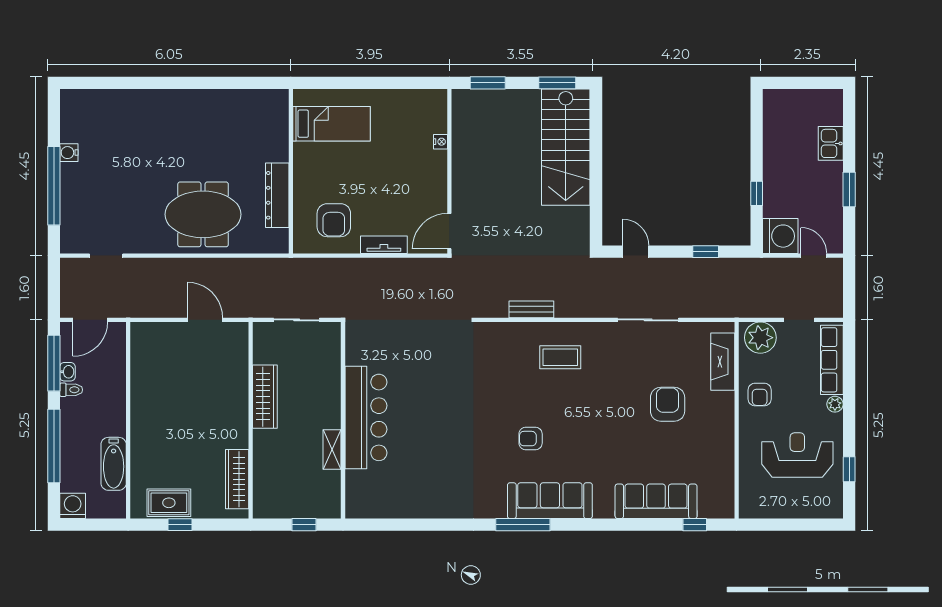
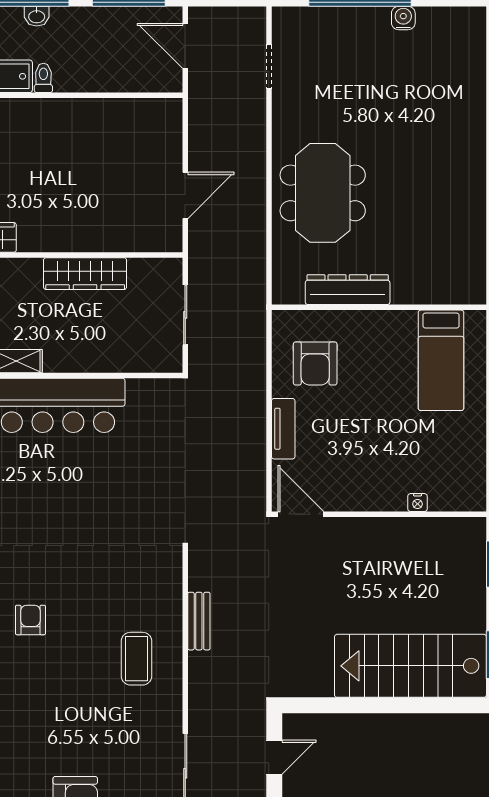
armchair: (334, 220) -> (315, 363), turned -90
washbasin: (67, 372) -> (37, 16), moved
toilet: (71, 390) -> (43, 78), moved, turned 180

